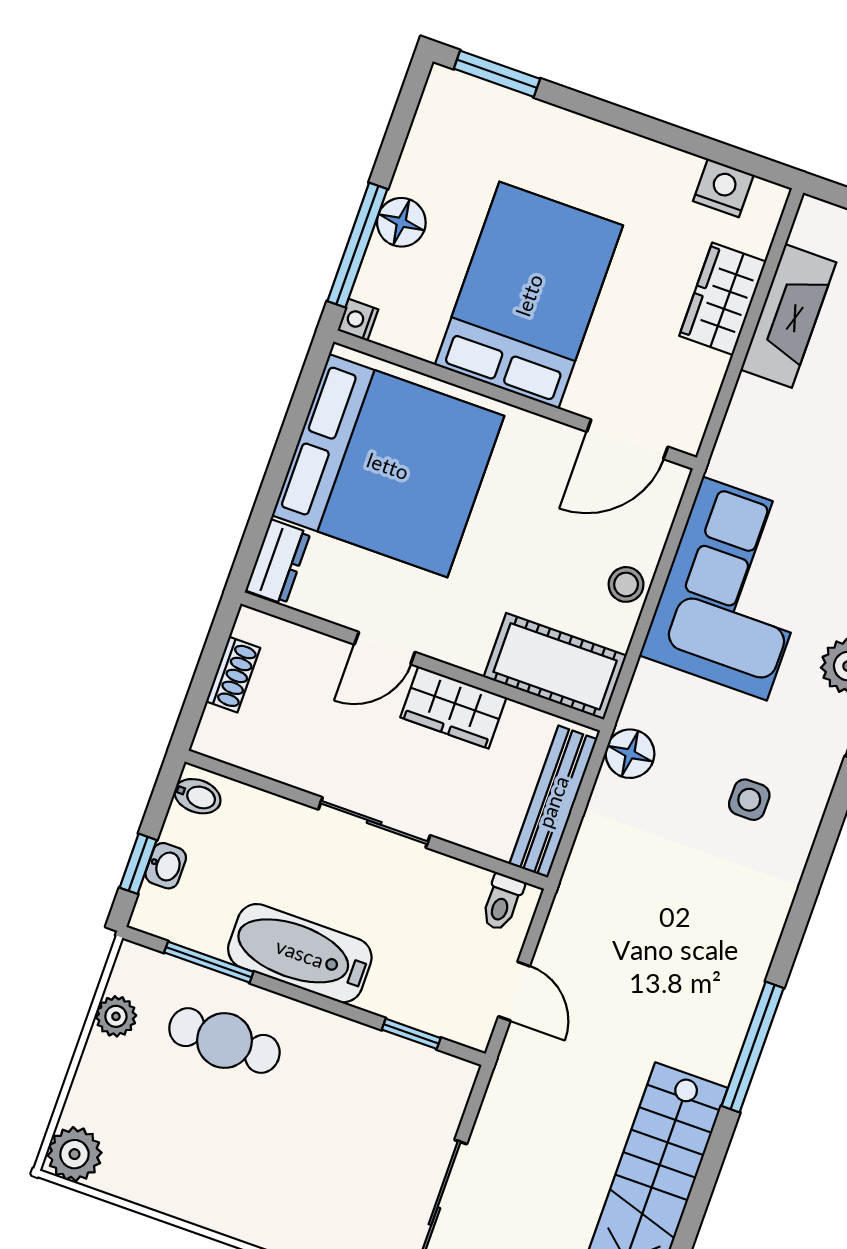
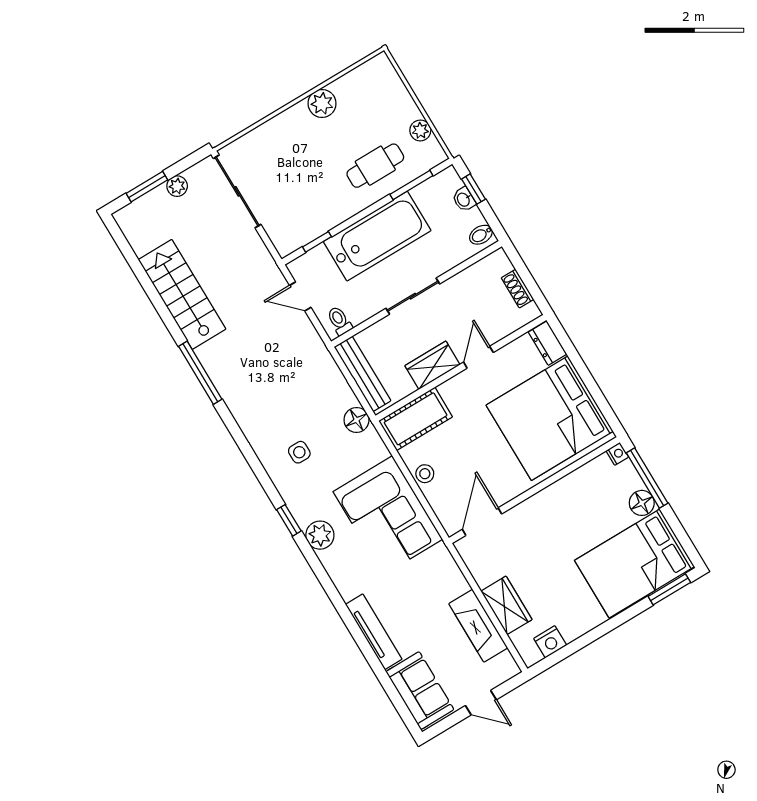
bed: (529, 295) -> (634, 564), moved, turned 90
bathtub: (300, 953) -> (377, 236), width x1.36, depth x1.36
plant: (74, 1154) -> (322, 103), moved

